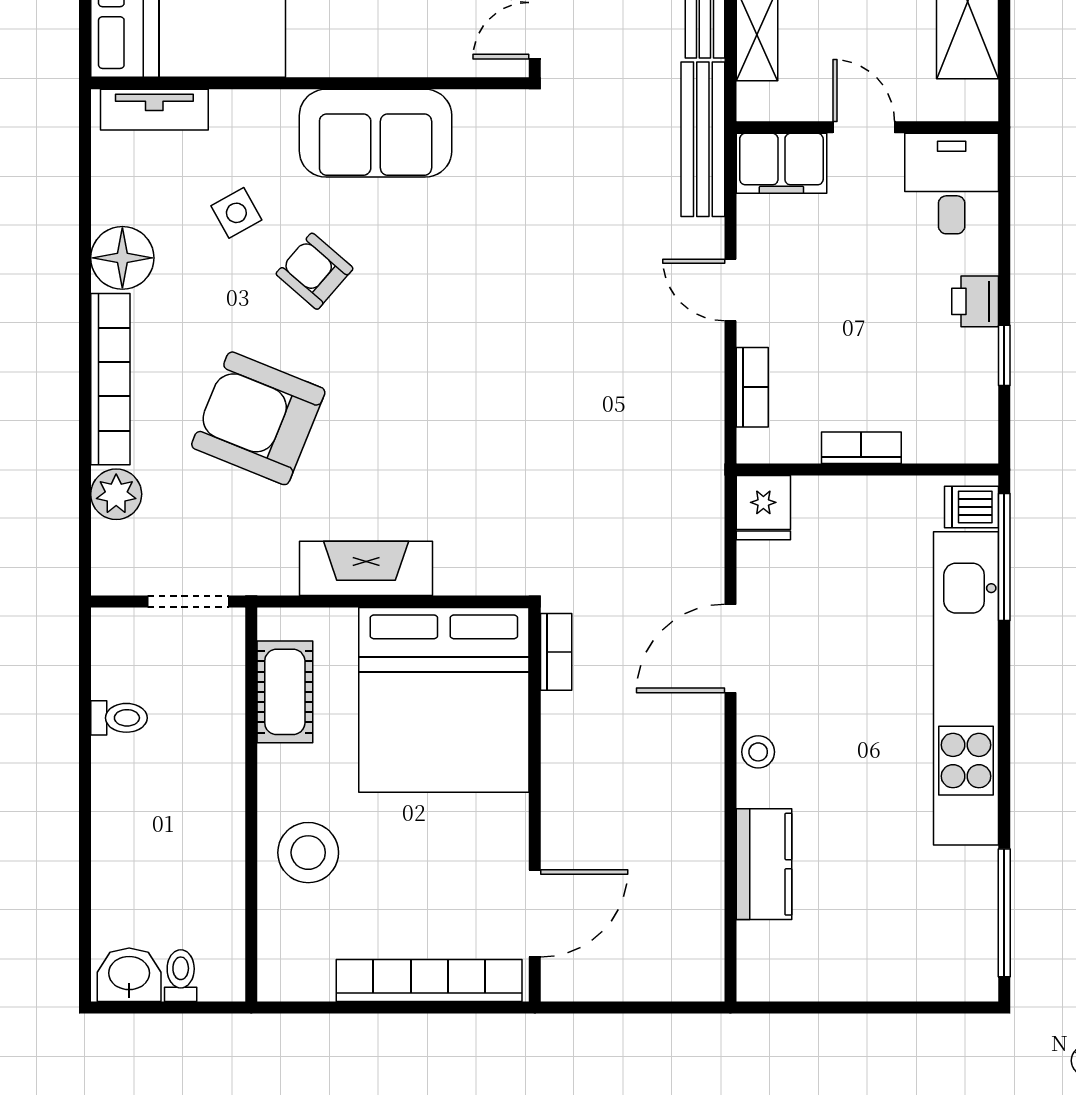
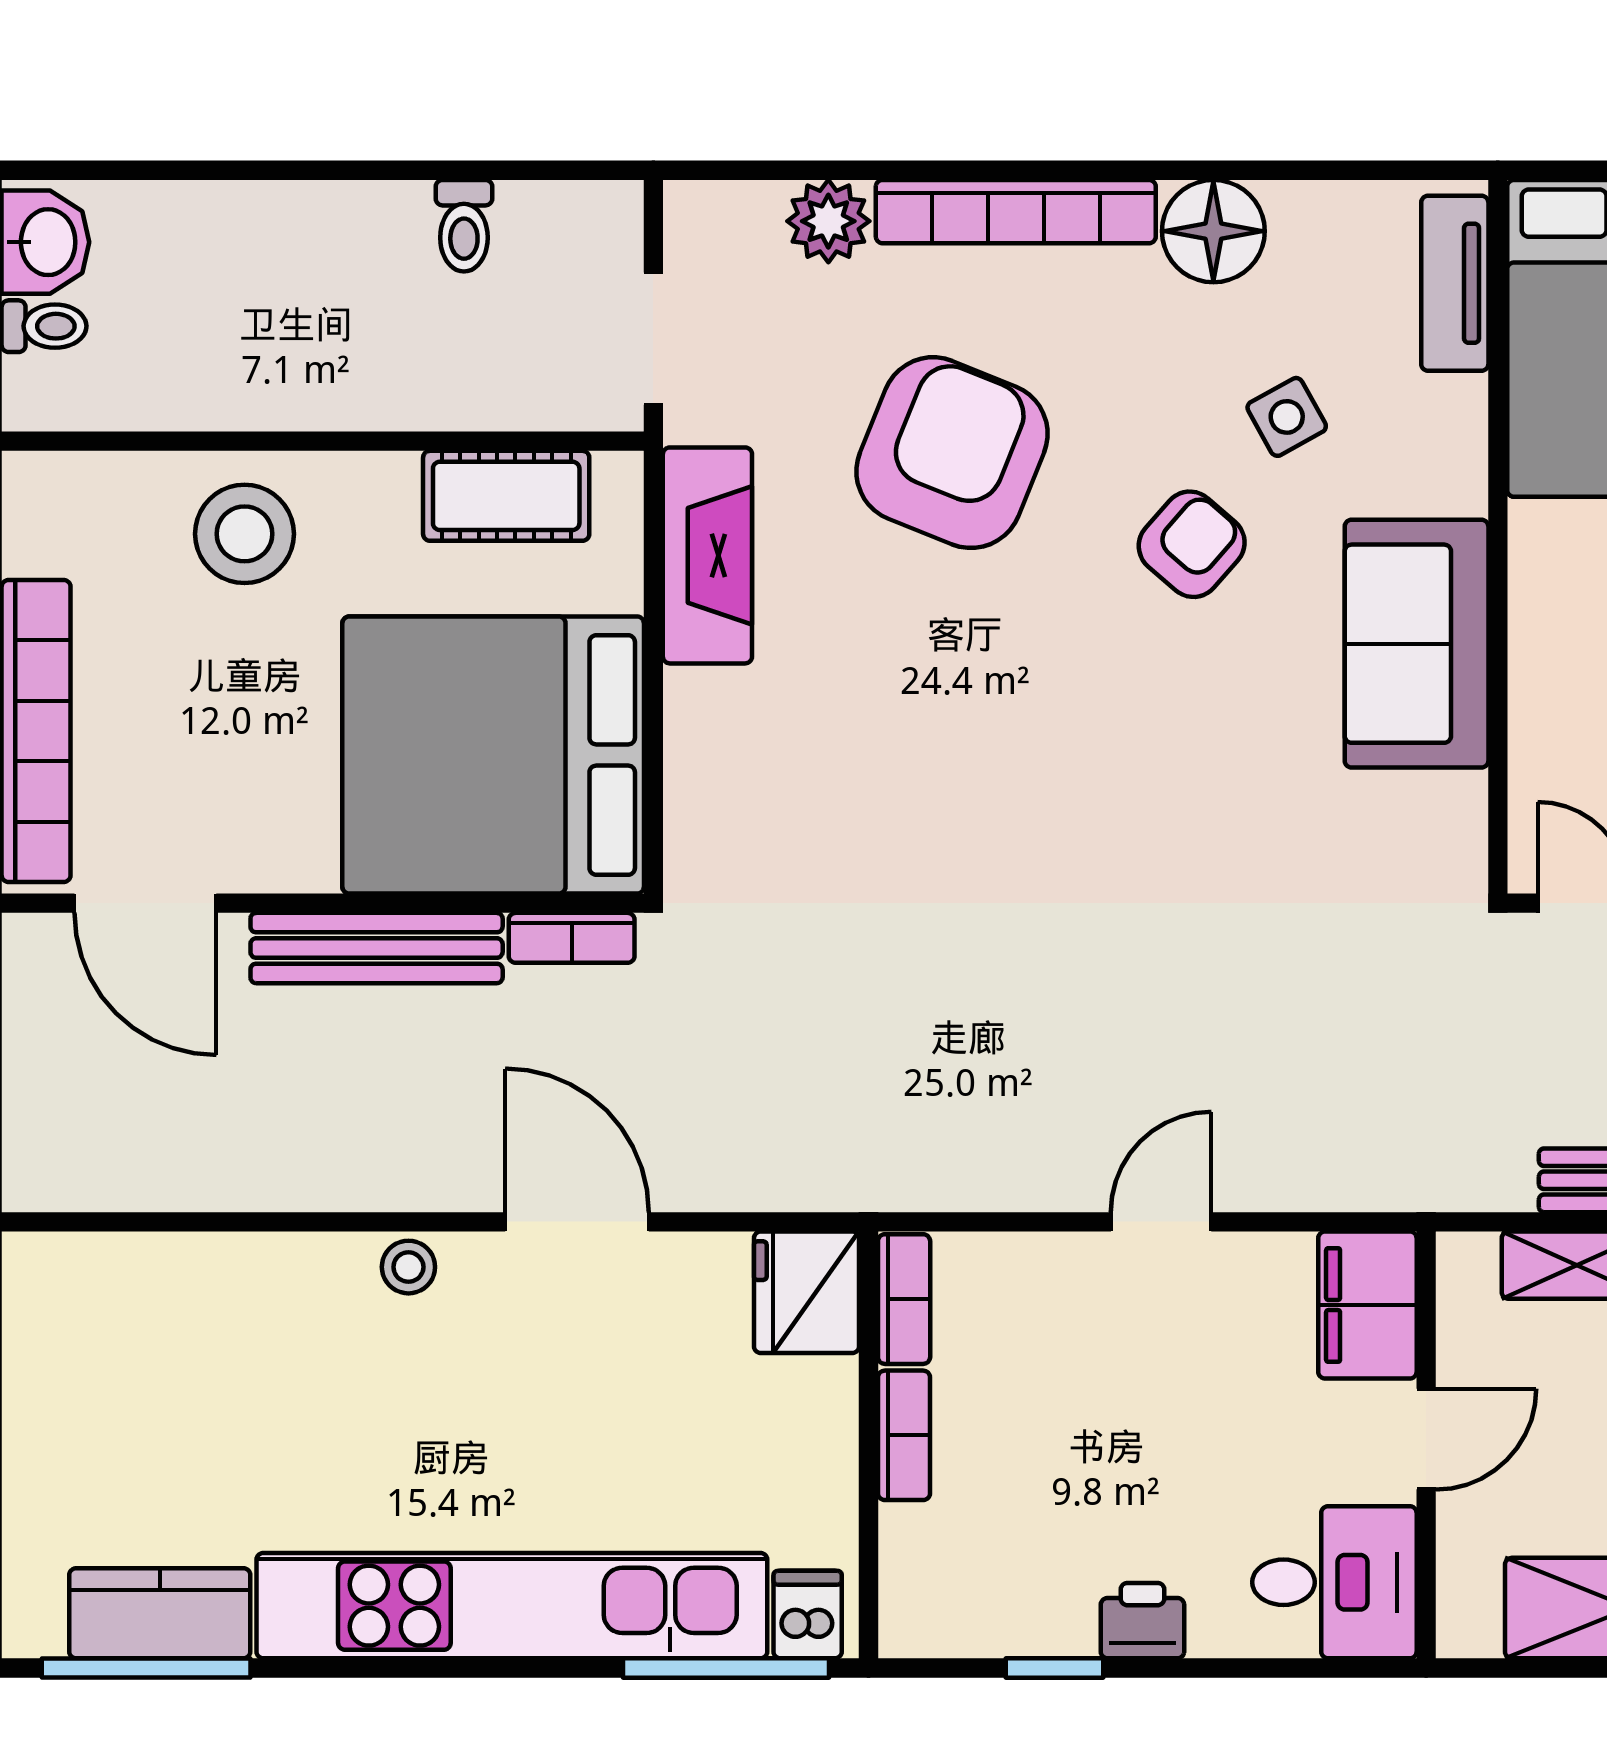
bench: (703, 139) -> (377, 948), moved
bookcase: (752, 387) -> (904, 1299), moved, turned -90
fridge: (763, 508) -> (806, 1292), width x1.38
fireplace: (366, 568) -> (707, 555), moved
kitchen counter: (764, 864) -> (160, 1613), moved, turned 180

